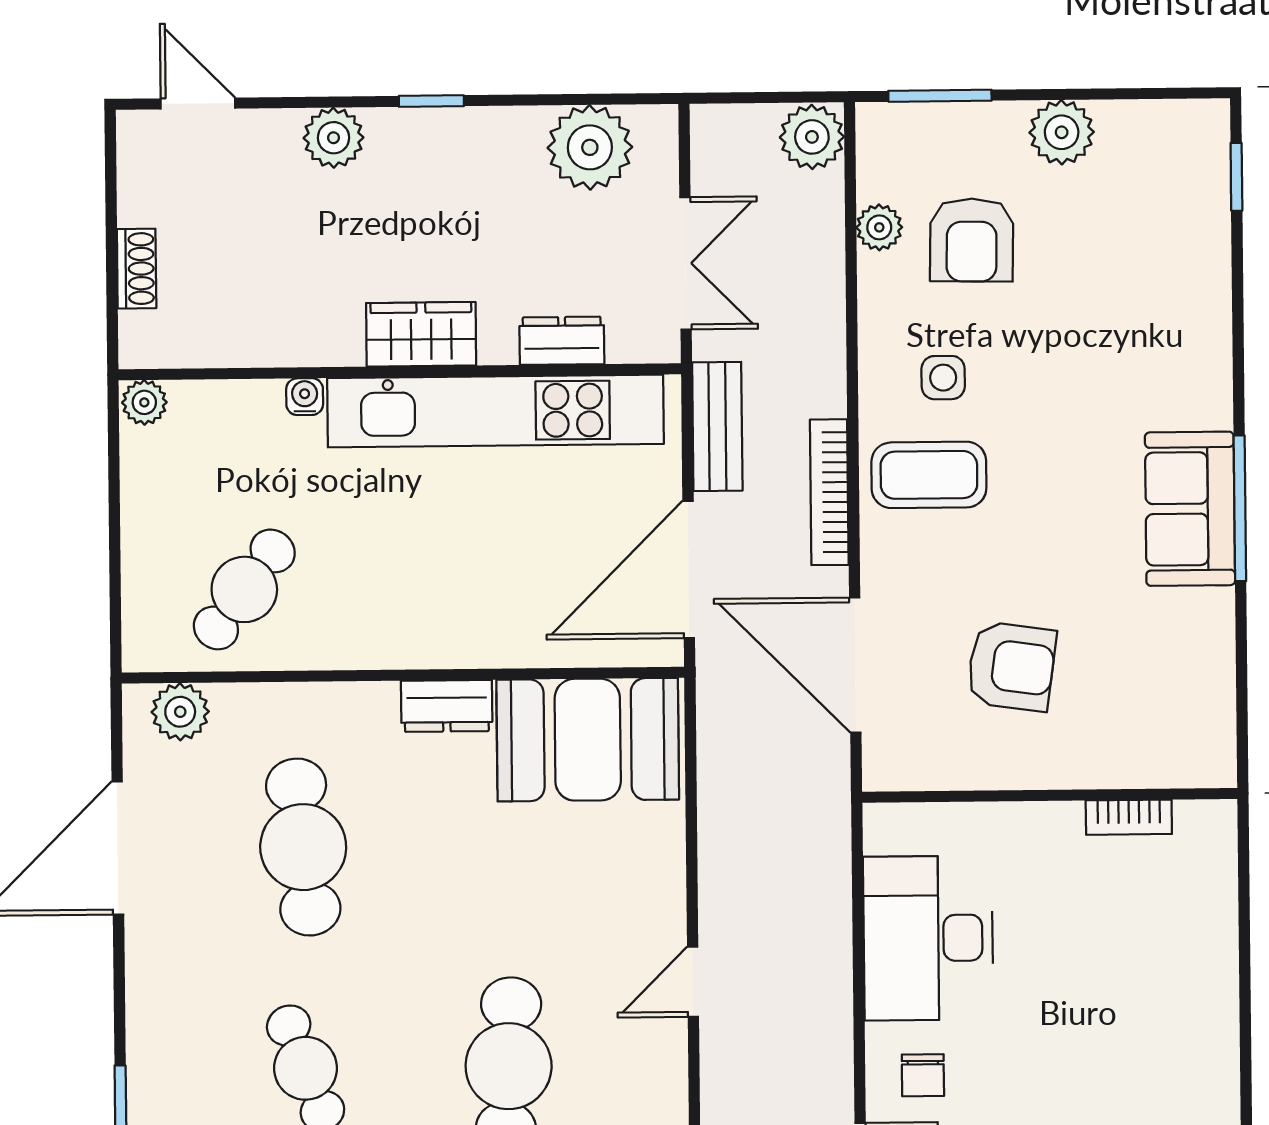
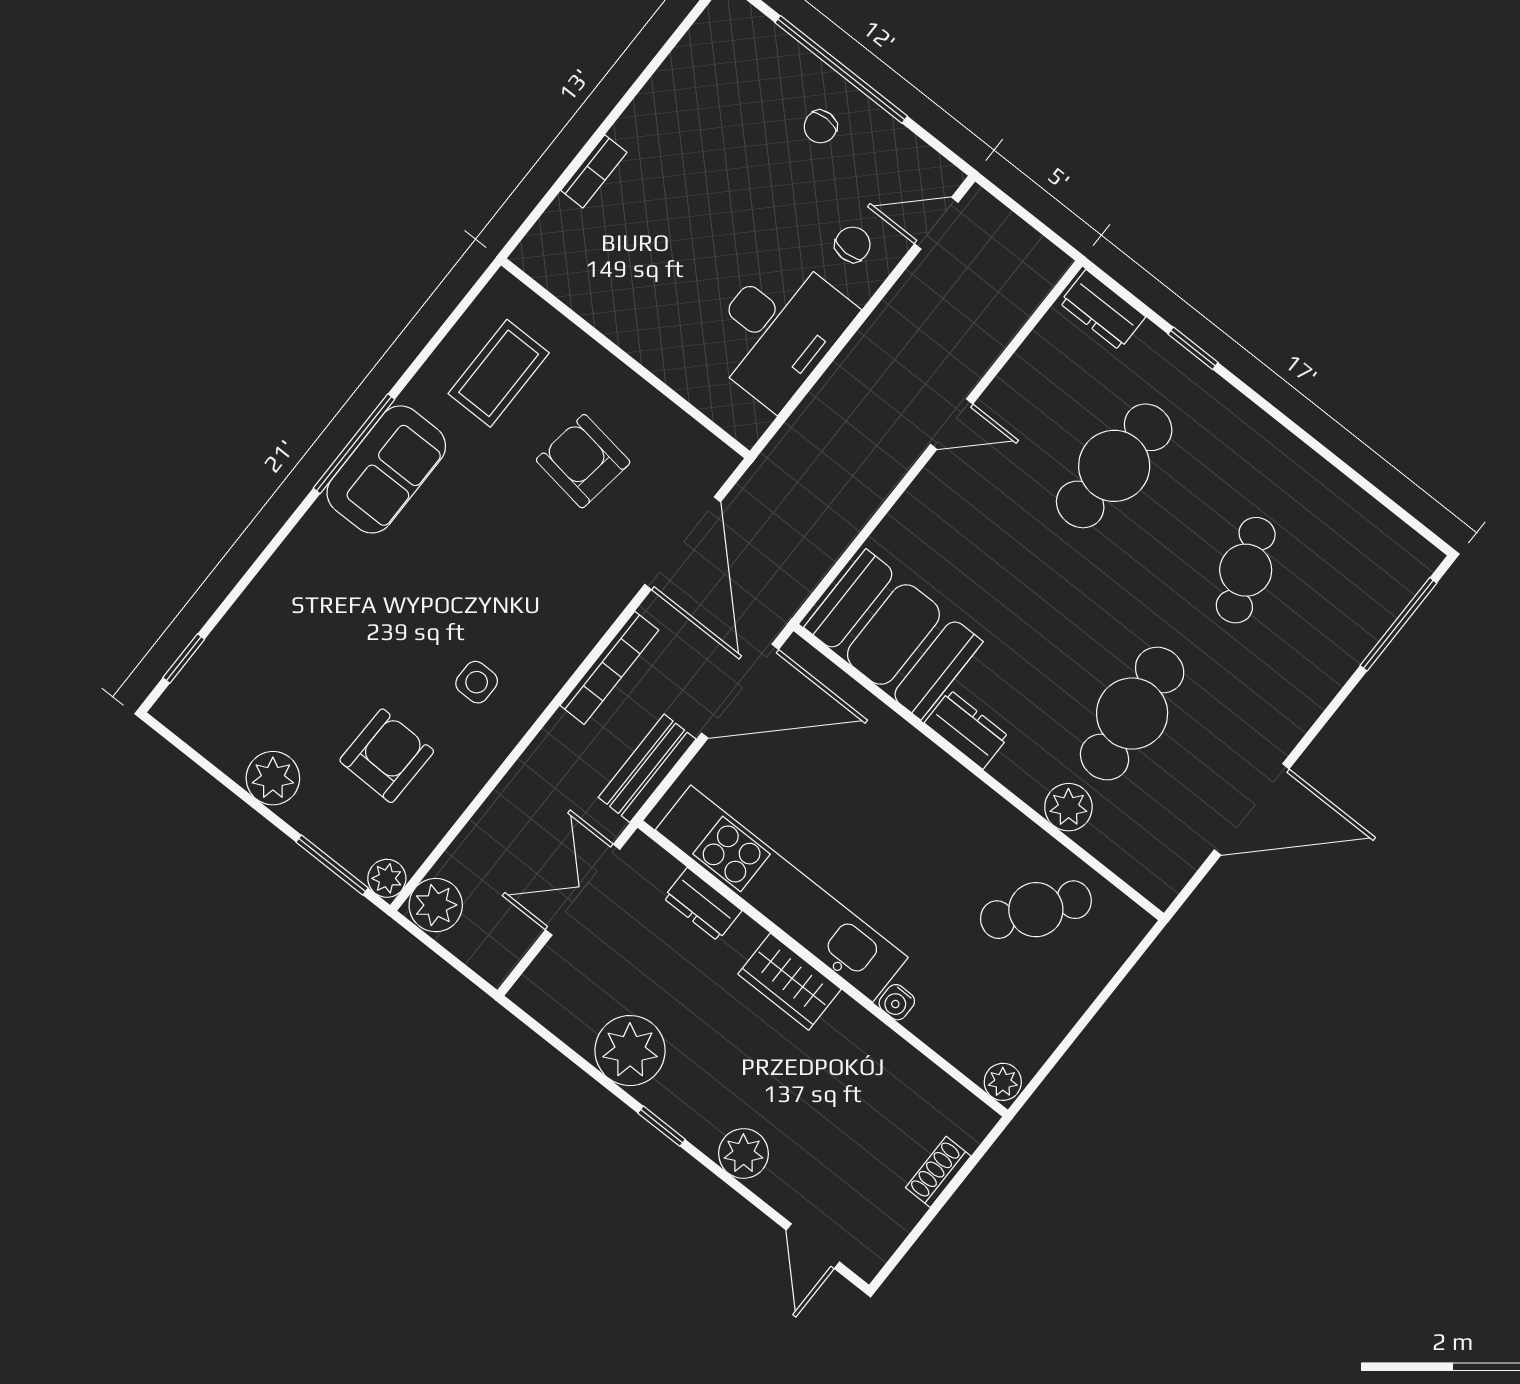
plant: (590, 147) -> (630, 1051), moved
plant: (879, 227) -> (387, 878), moved
coffee table: (929, 475) -> (499, 373), moved, turned 90
plant: (180, 712) -> (1068, 807), moved
bookcase: (1129, 817) -> (594, 171), moved, turned 90

